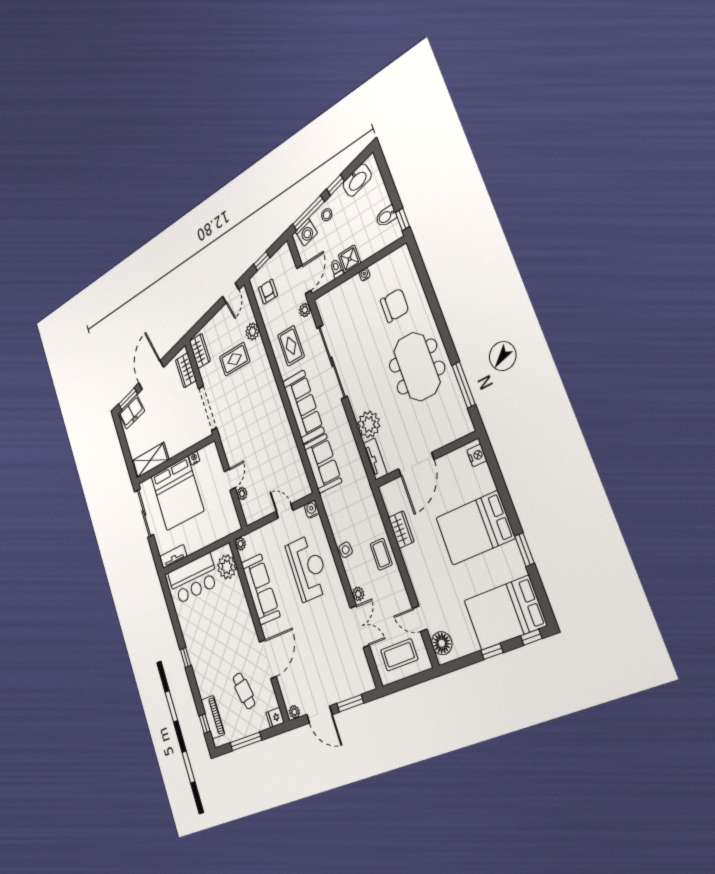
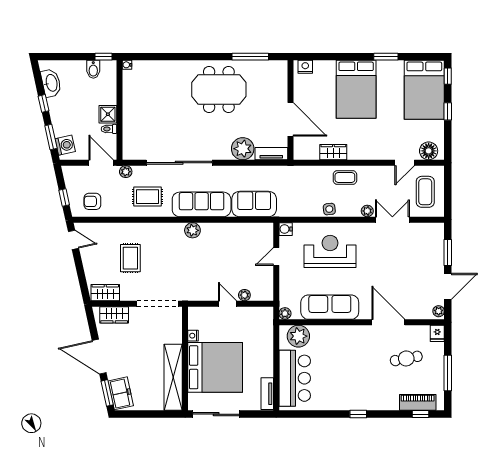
window: (308, 213) -> (51, 137), width x0.69
stool: (327, 215) -> (62, 121), removed
water cooler: (365, 274) -> (127, 65), moved
chair: (395, 305) -> (164, 90), removed
plant: (252, 332) -> (192, 230), moved
shelving: (150, 460) -> (173, 377), width x1.47

